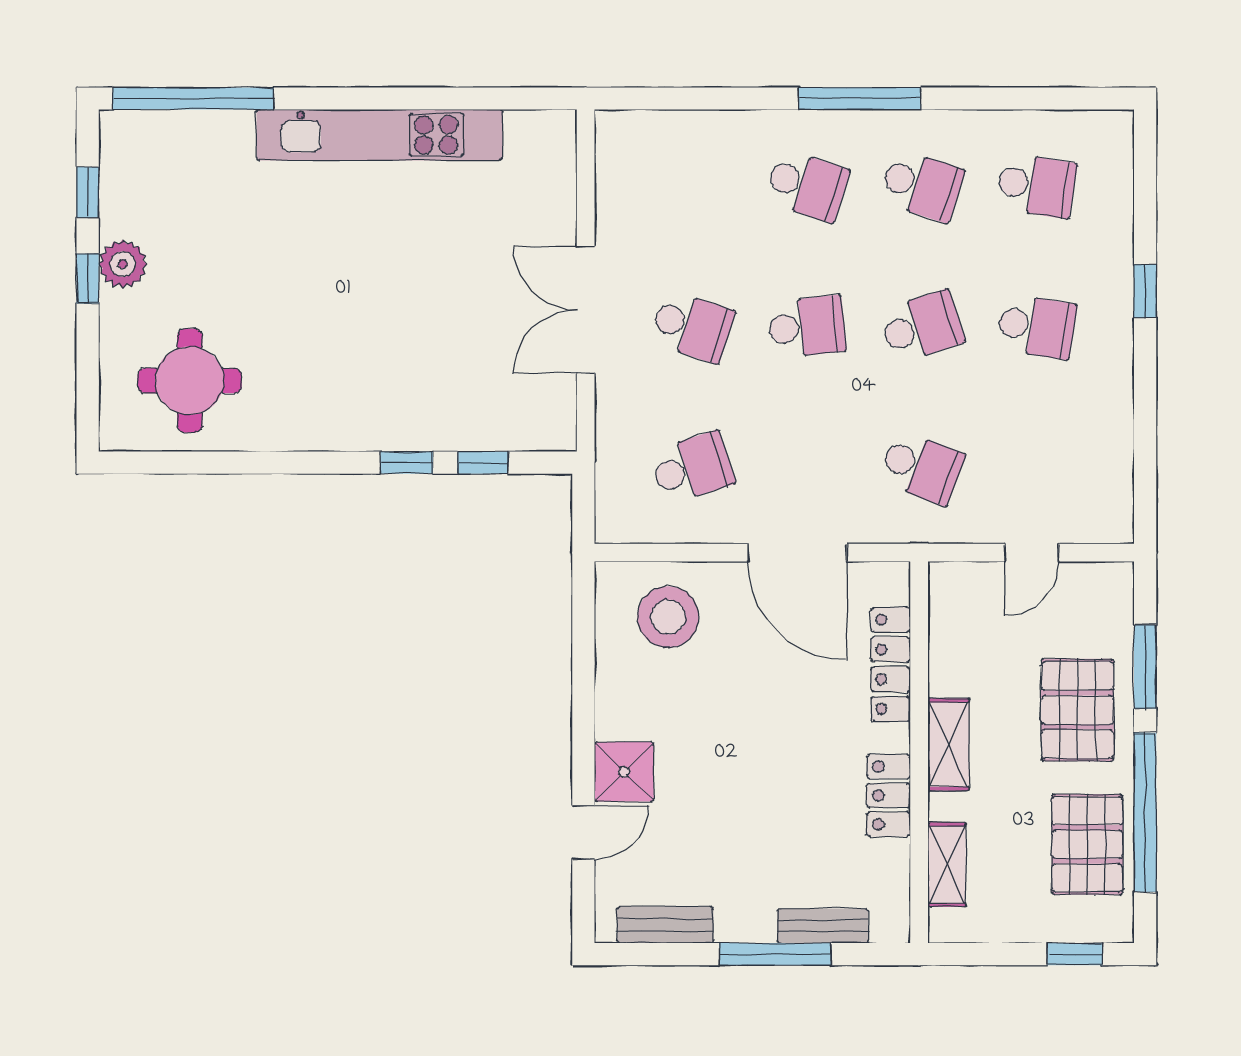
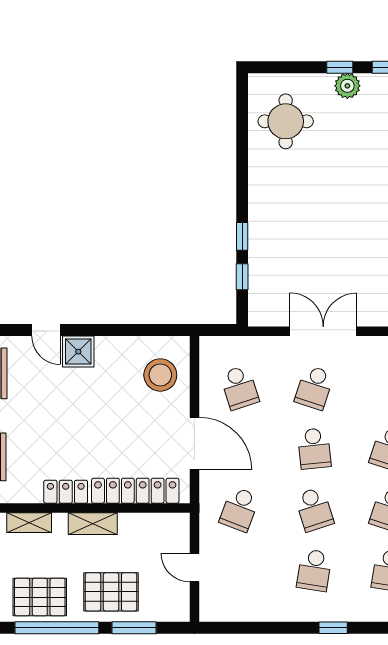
door: (797, 553) -> (194, 443), swing flipped
locker: (891, 664) -> (135, 491), width x1.41, depth x1.21

